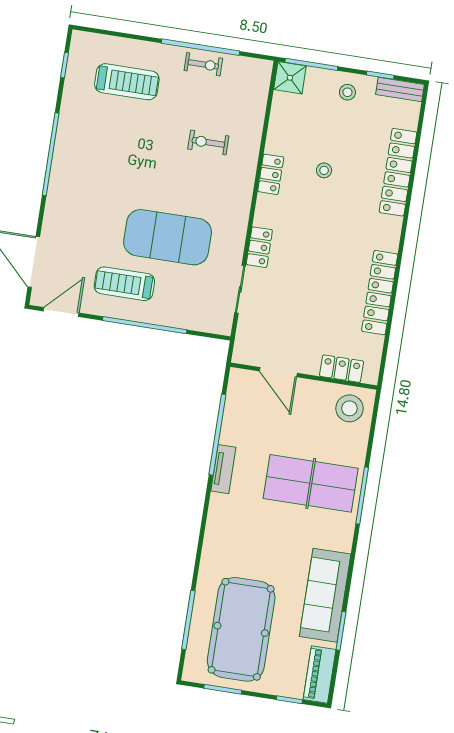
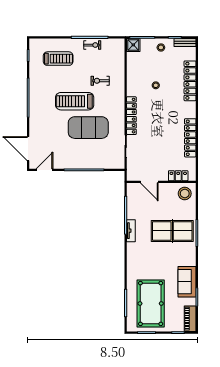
locker: (271, 174) -> (131, 106), moved
treadmill: (124, 284) -> (75, 101), moved, width x1.37, depth x1.37
sofa: (325, 595) -> (187, 282), width x0.73

